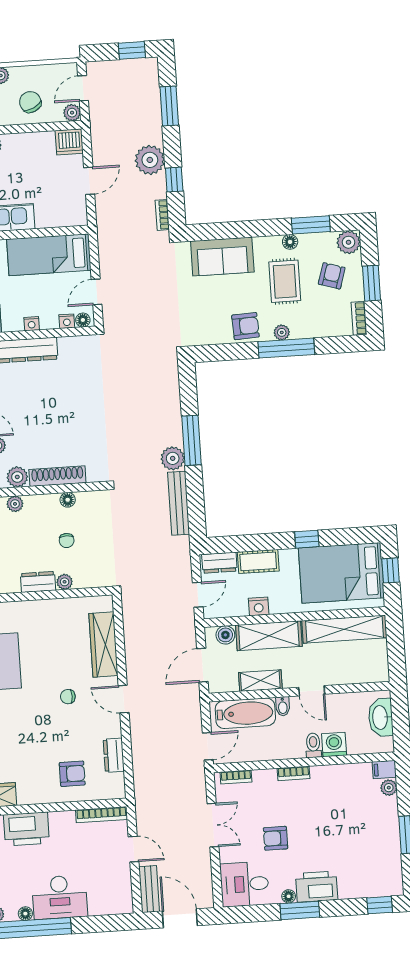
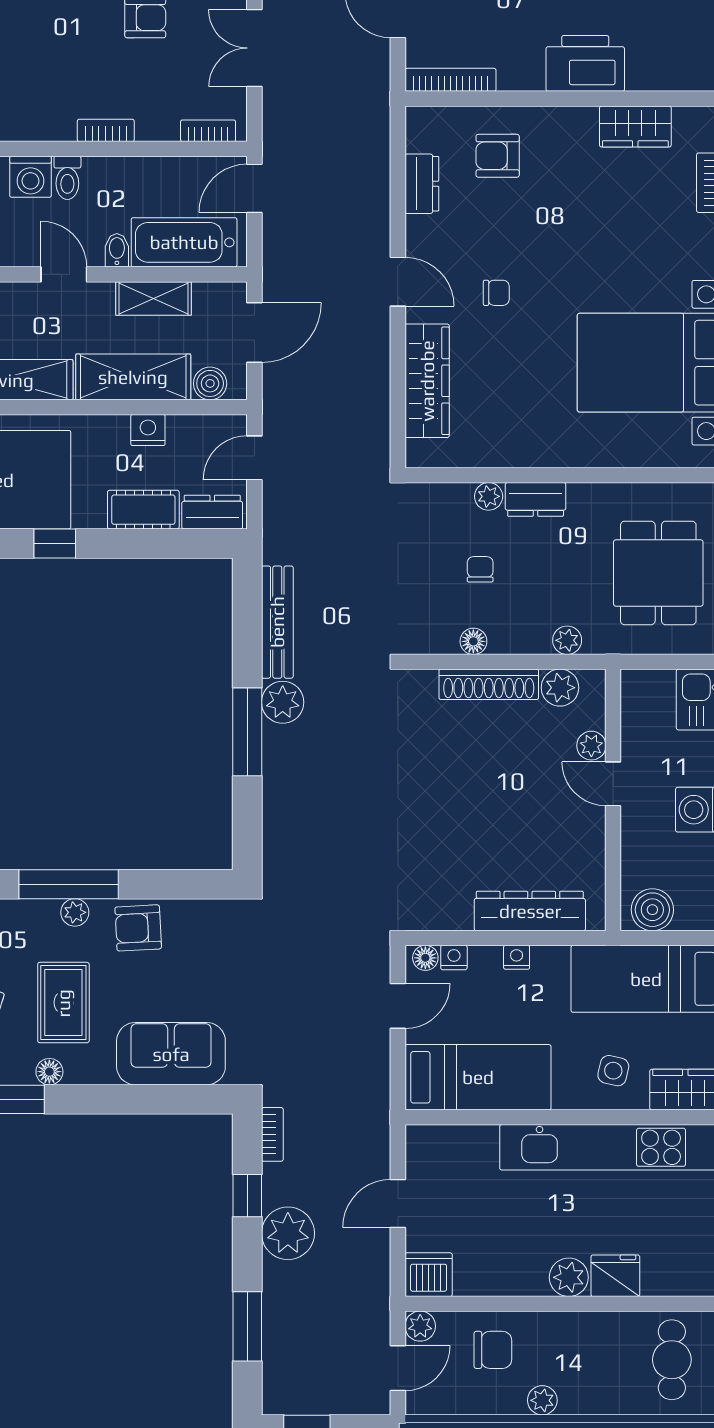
chair: (30, 102) -> (493, 1350), turned -64

